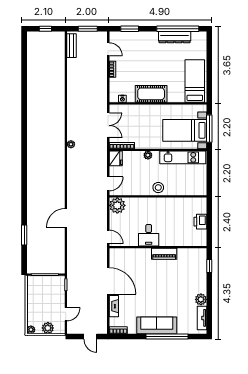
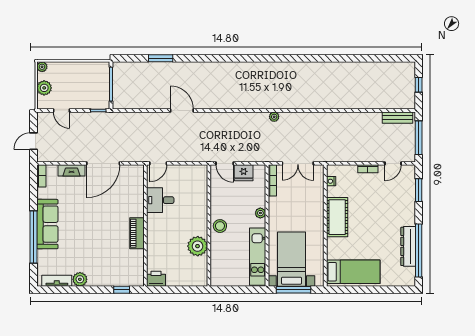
window: (88, 29) -> (419, 138), width x1.44
fridge: (116, 158) -> (244, 173), moved
plant: (117, 205) -> (198, 246), moved
printer: (200, 222) -> (156, 279), moved
desk: (149, 235) -> (160, 200), moved

